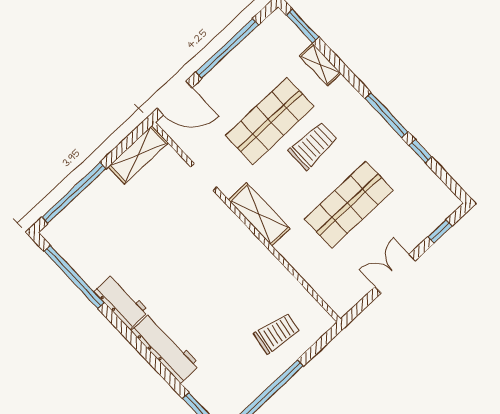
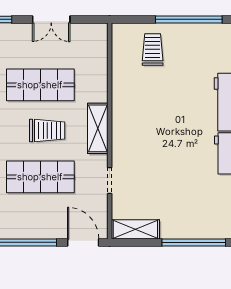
trolley: (313, 146) -> (47, 130), moved, turned 180
trolley: (277, 333) -> (153, 50), turned 80

